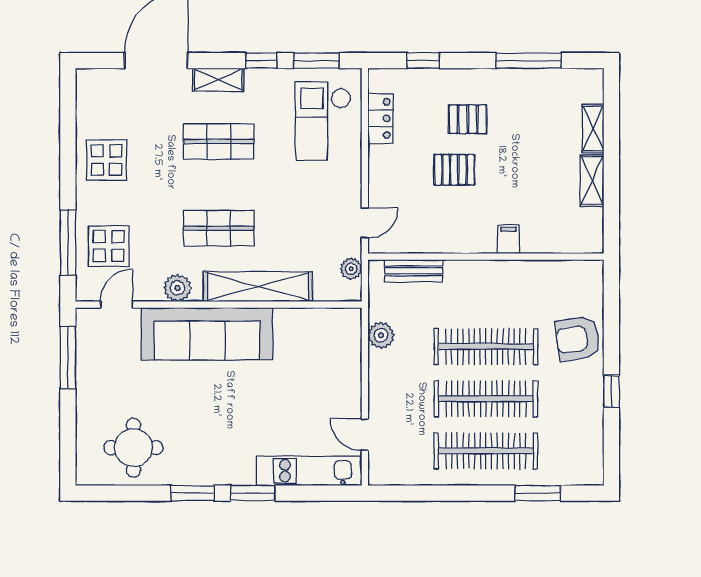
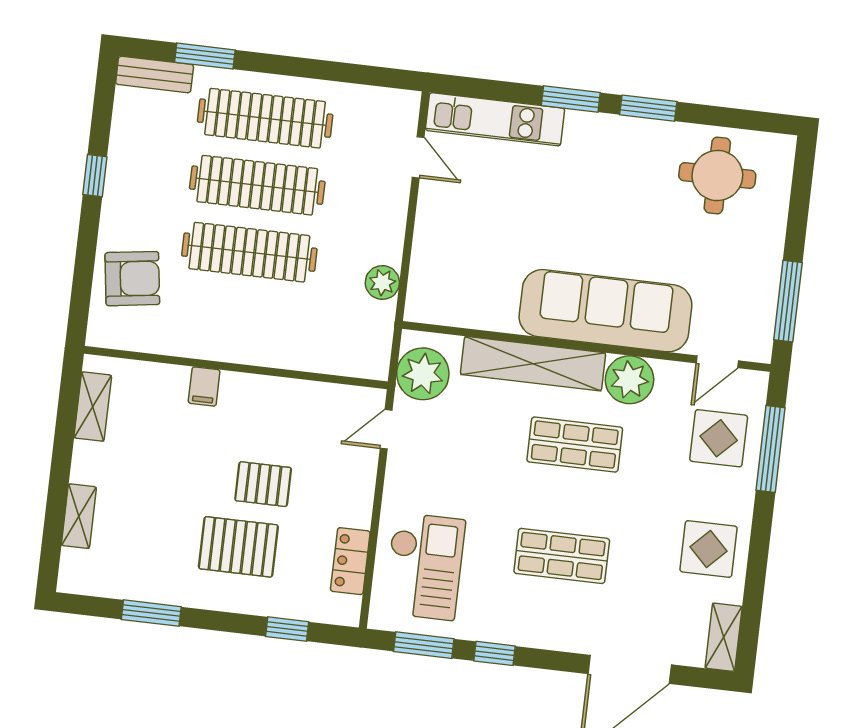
window: (529, 61) -> (151, 613), width x0.69
shelving: (218, 80) -> (724, 637), moved, turned 90
pallet: (468, 119) -> (238, 547), width x1.50, depth x1.42
shelving: (592, 181) -> (93, 407), moved
plant: (351, 269) -> (423, 374), width x1.88, depth x1.88
bench: (414, 271) -> (155, 74), moved
plant: (177, 288) -> (630, 380), width x1.36, depth x1.36
armchair: (578, 339) -> (132, 279), moved

